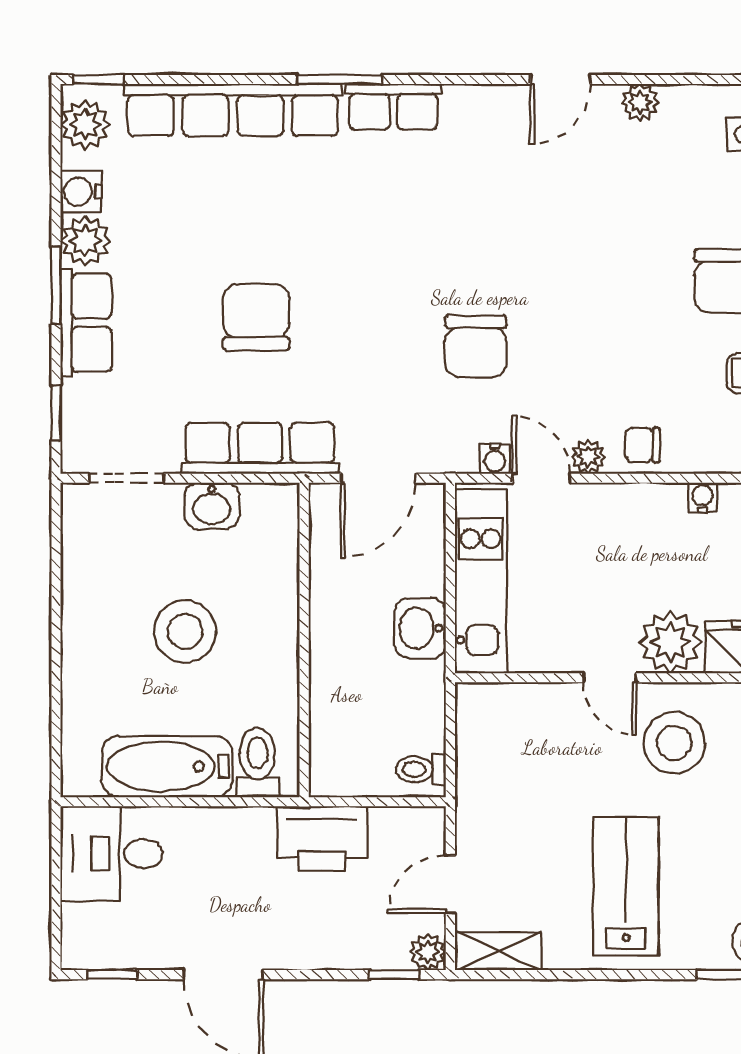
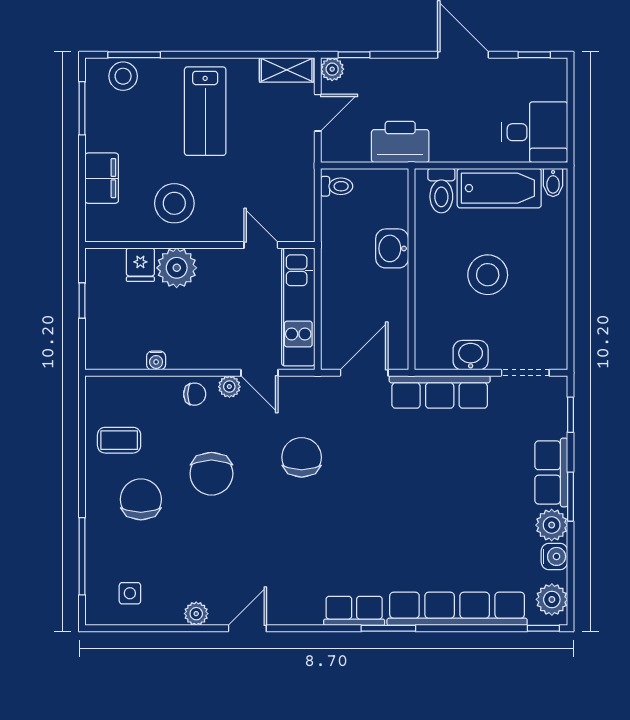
chair: (256, 317) -> (211, 474), moved
water cooler: (495, 459) -> (289, 385), removed
washbasin: (420, 628) -> (392, 248), moved, turned 180
door: (610, 678) -> (261, 245), moved
bidet: (83, 775) -> (553, 182), added

